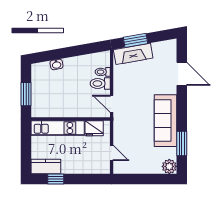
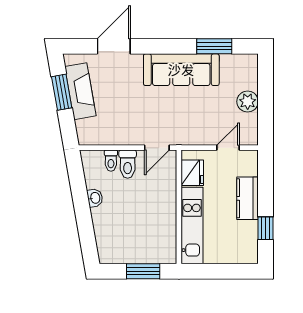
window: (136, 40) -> (62, 92), moved
fireplace: (133, 54) -> (80, 91), moved
washbasin: (56, 64) -> (95, 198), moved
kitchen counter: (46, 166) -> (247, 198), moved
plant: (169, 166) -> (248, 102), moved

